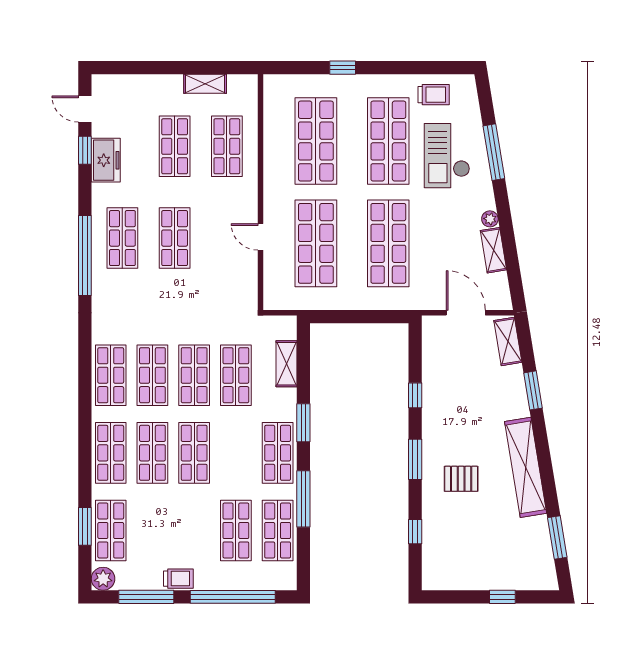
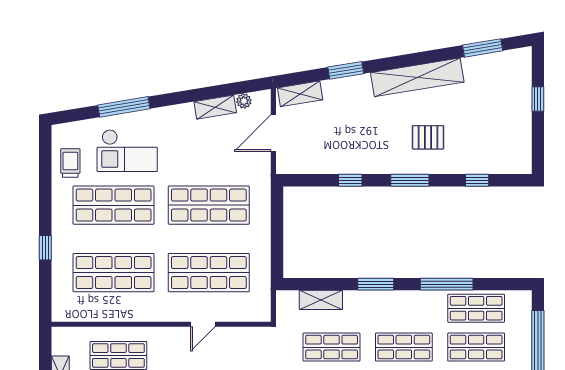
plant: (490, 219) -> (244, 101), moved
shop shelf: (278, 453) -> (404, 347), moved
pallet: (461, 479) -> (428, 137), turned 90

